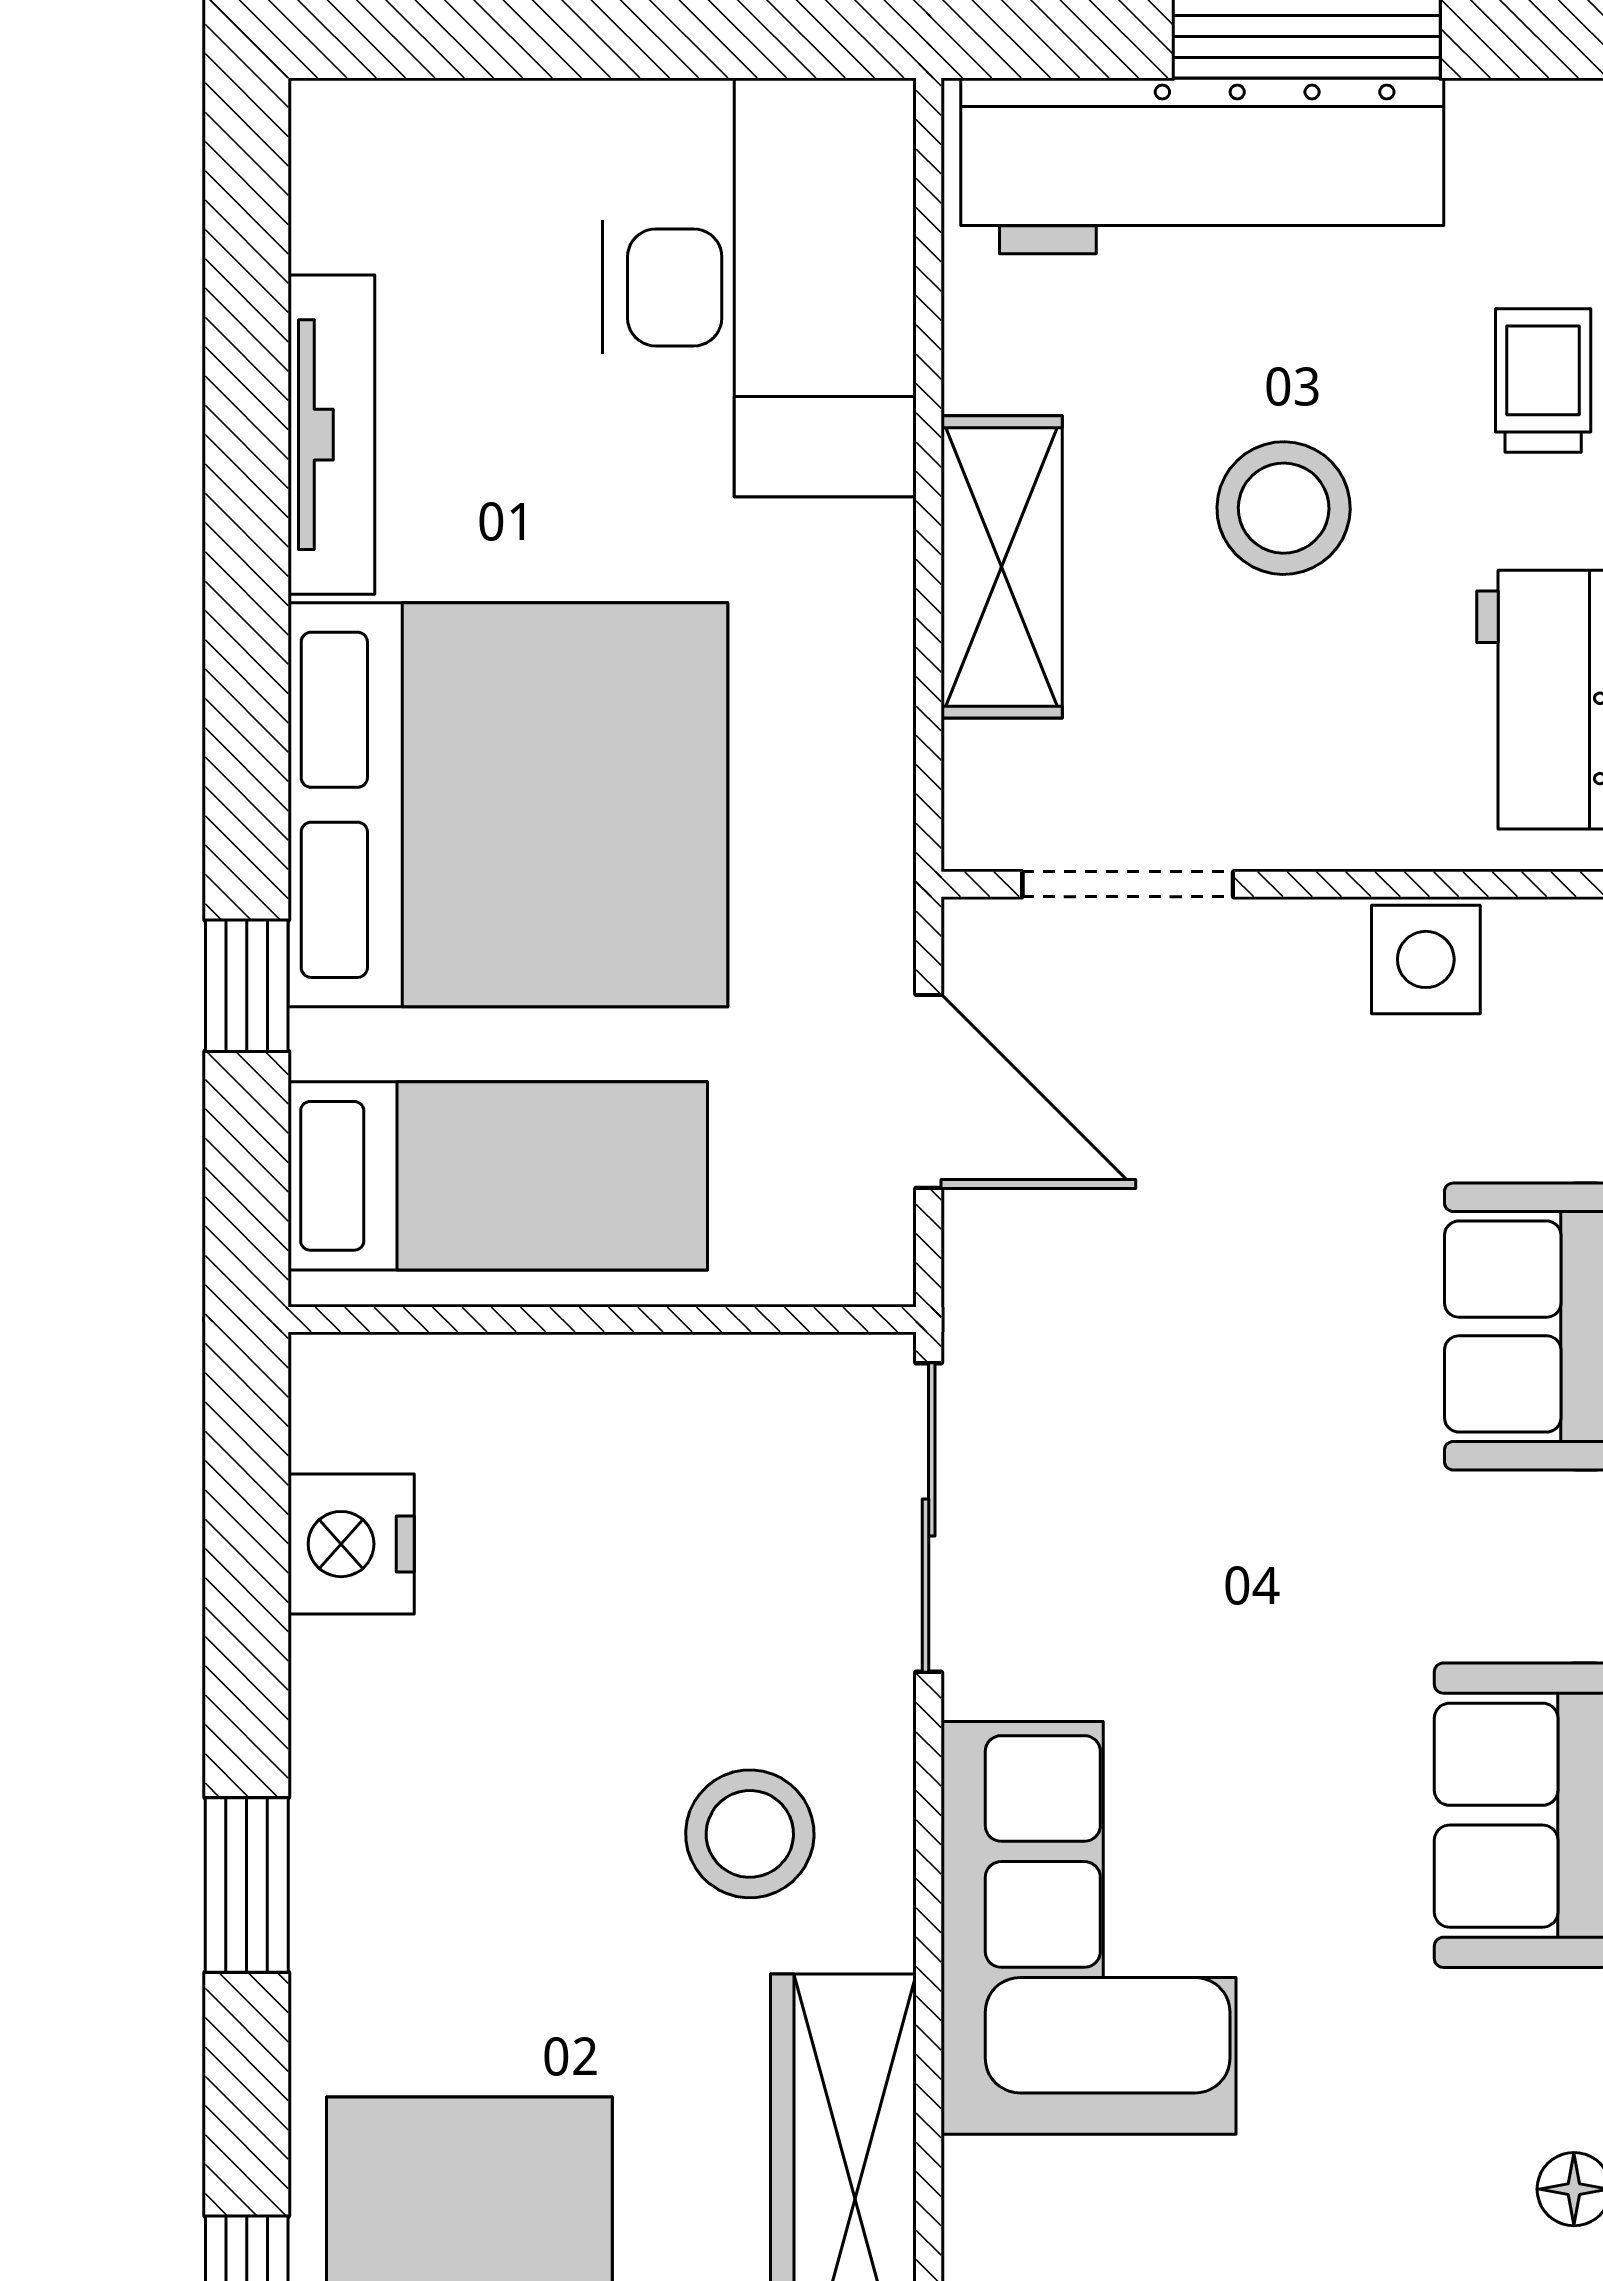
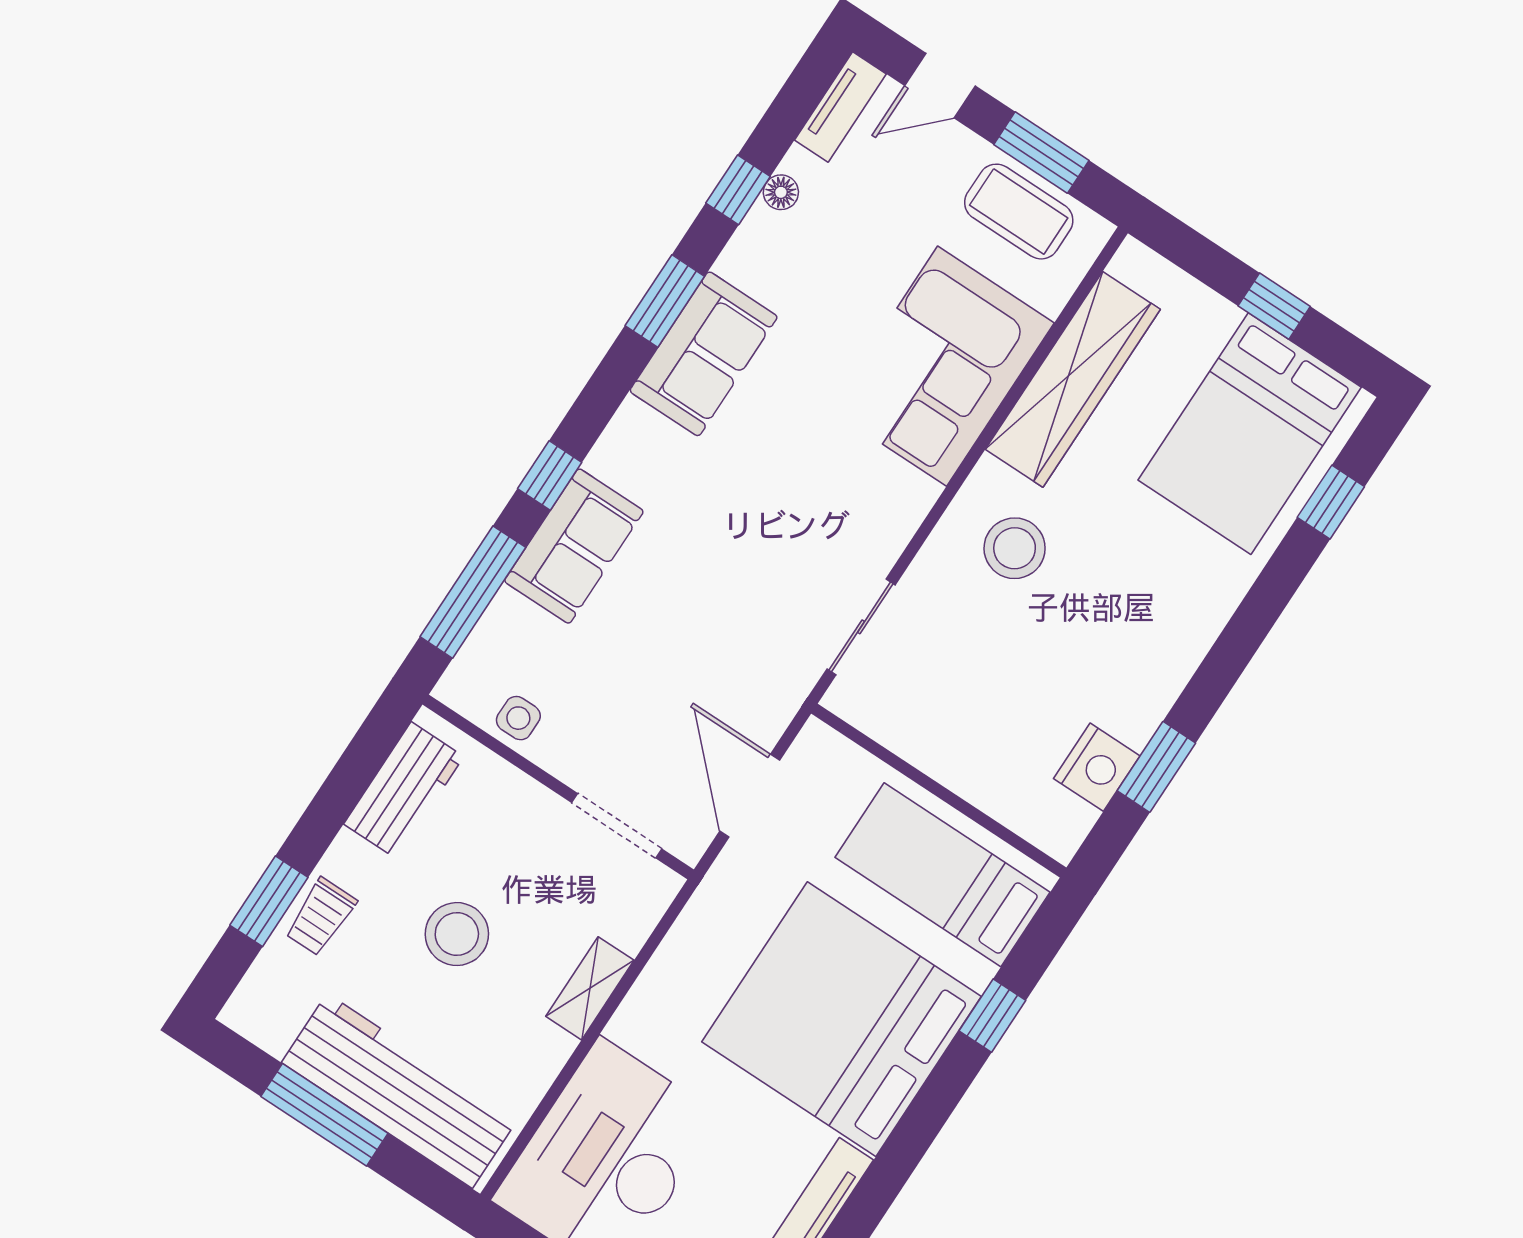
shelving: (1002, 567) -> (590, 988), width x0.67, depth x0.75
side table: (1426, 959) -> (518, 718), width x0.73, depth x0.73
sliding door: (929, 1517) -> (861, 627), width x0.73
window: (247, 1885) -> (1156, 767), moved
corner sofa: (1088, 1928) -> (942, 366), moved

